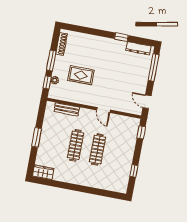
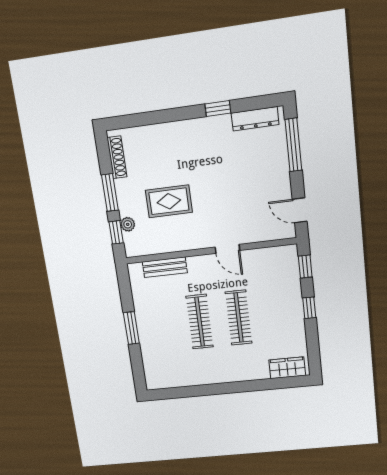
window: (134, 171) -> (309, 308), moved
wardrobe: (43, 172) -> (287, 368), moved

